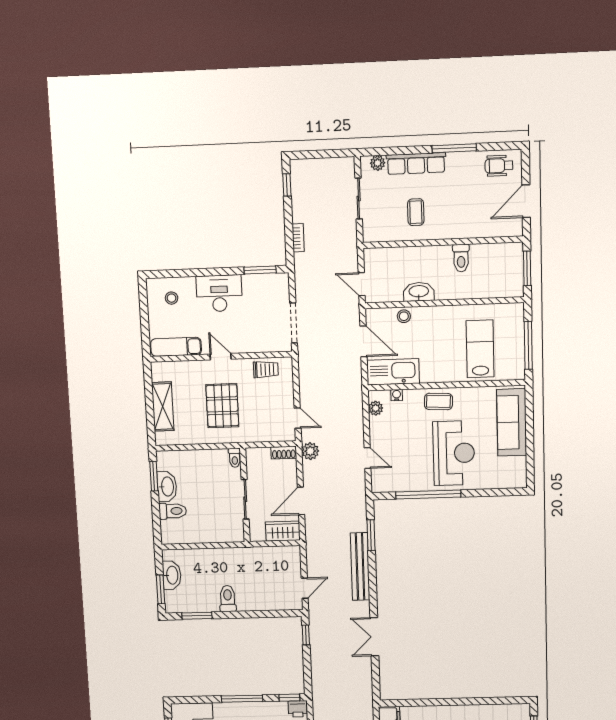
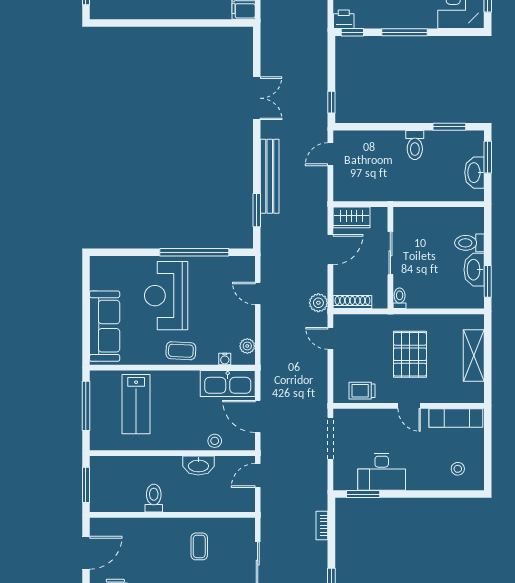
door: (362, 284) -> (258, 476), swing flipped
desk: (219, 293) -> (382, 472), moved
shoe rack: (284, 453) -> (352, 302), width x1.43

